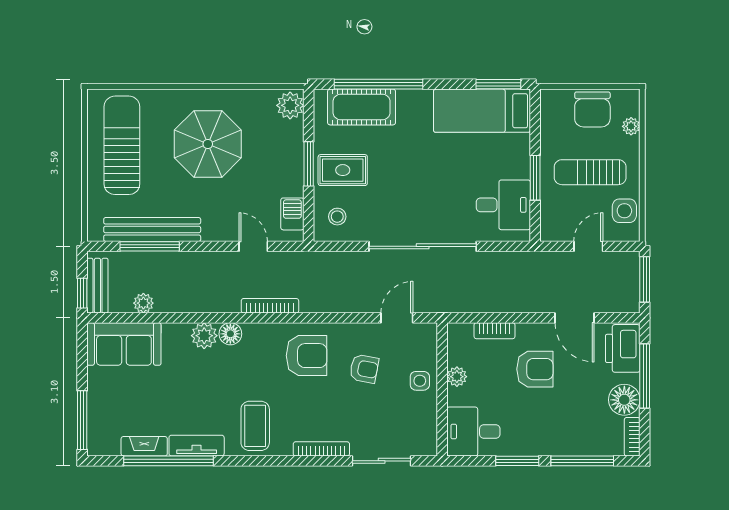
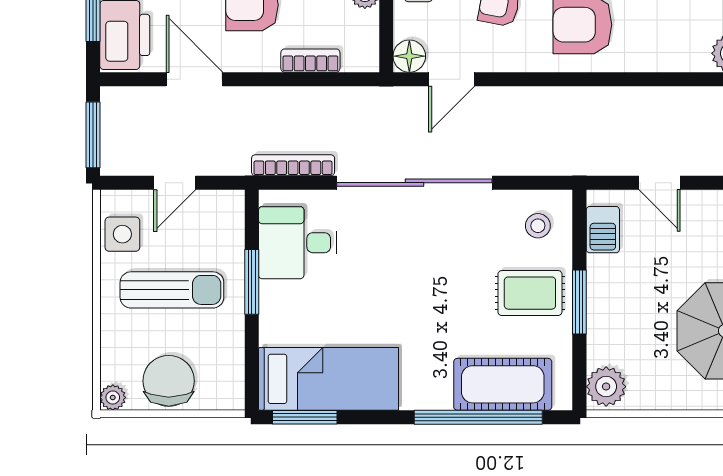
plant: (631, 126) -> (113, 397), moved
bookcase: (270, 306) -> (293, 165), moved, turned 180
floor lamp: (230, 334) -> (409, 56), moved

